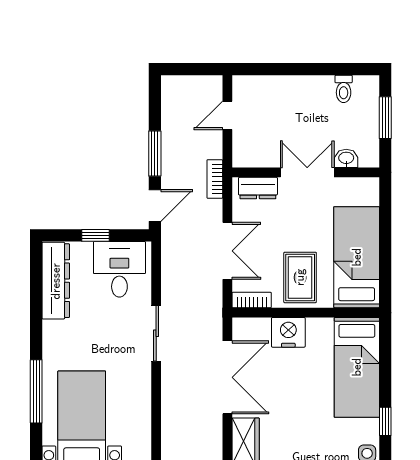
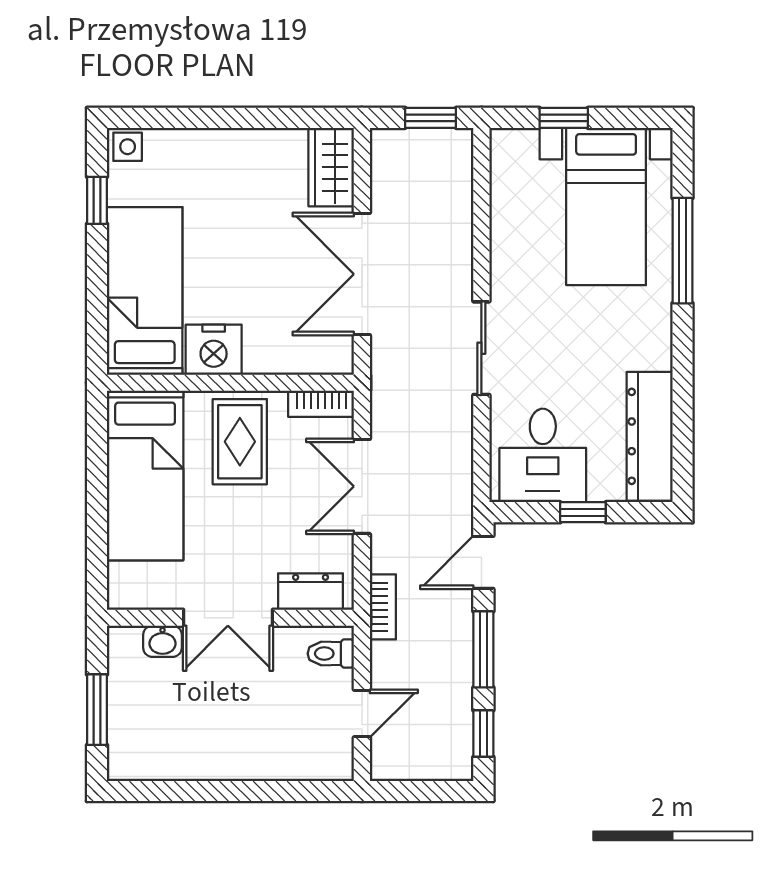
toilet: (344, 89) -> (331, 654), moved, turned -90
window: (155, 103) -> (483, 734), added
nightstand: (288, 332) -> (214, 350), moved

